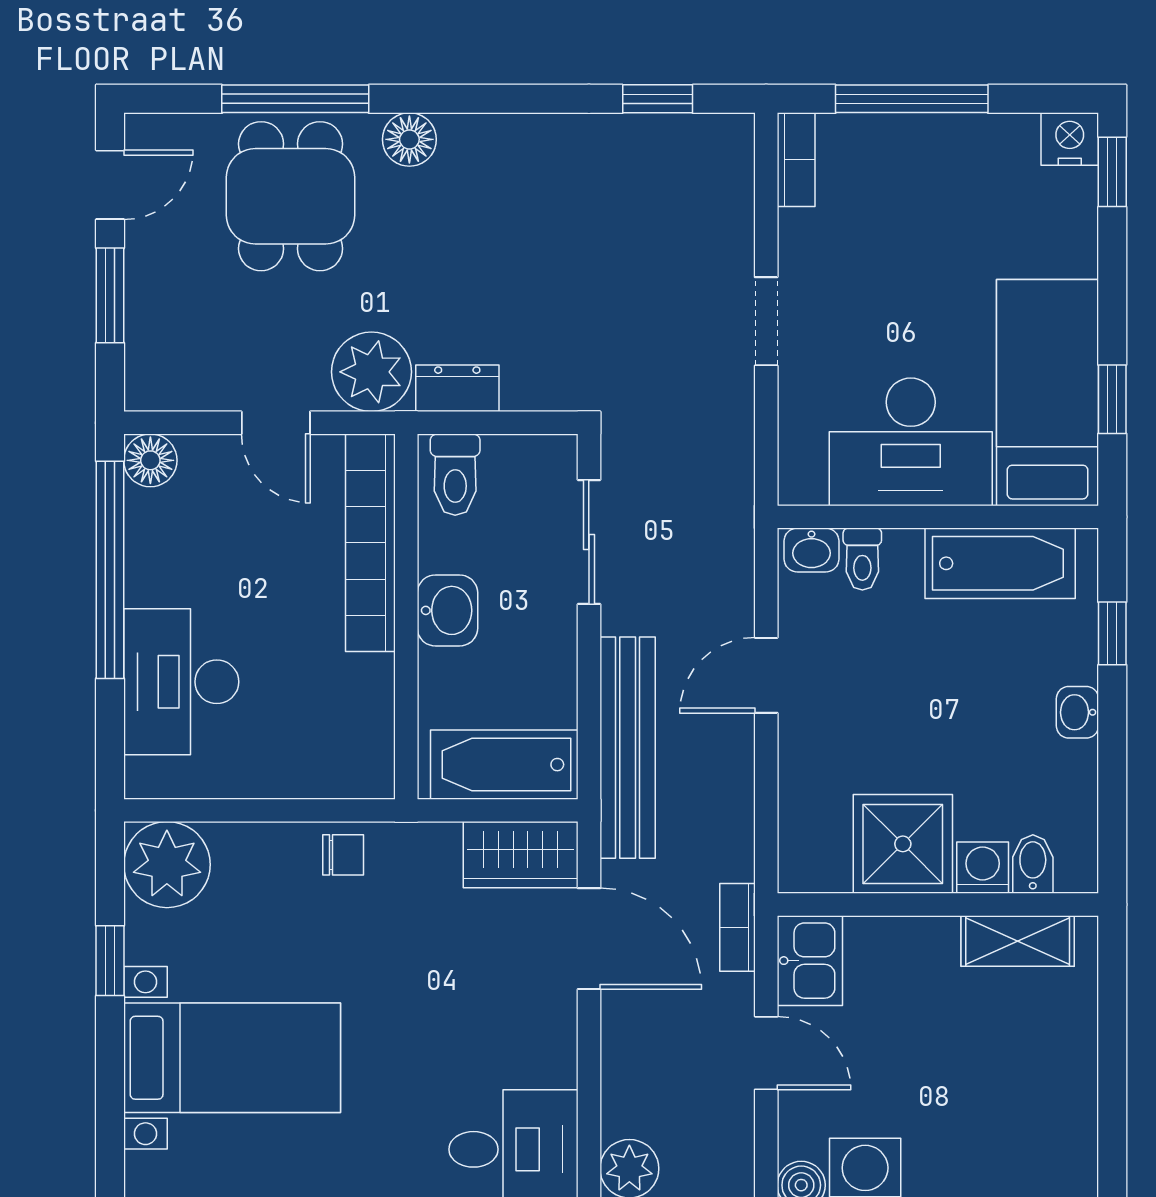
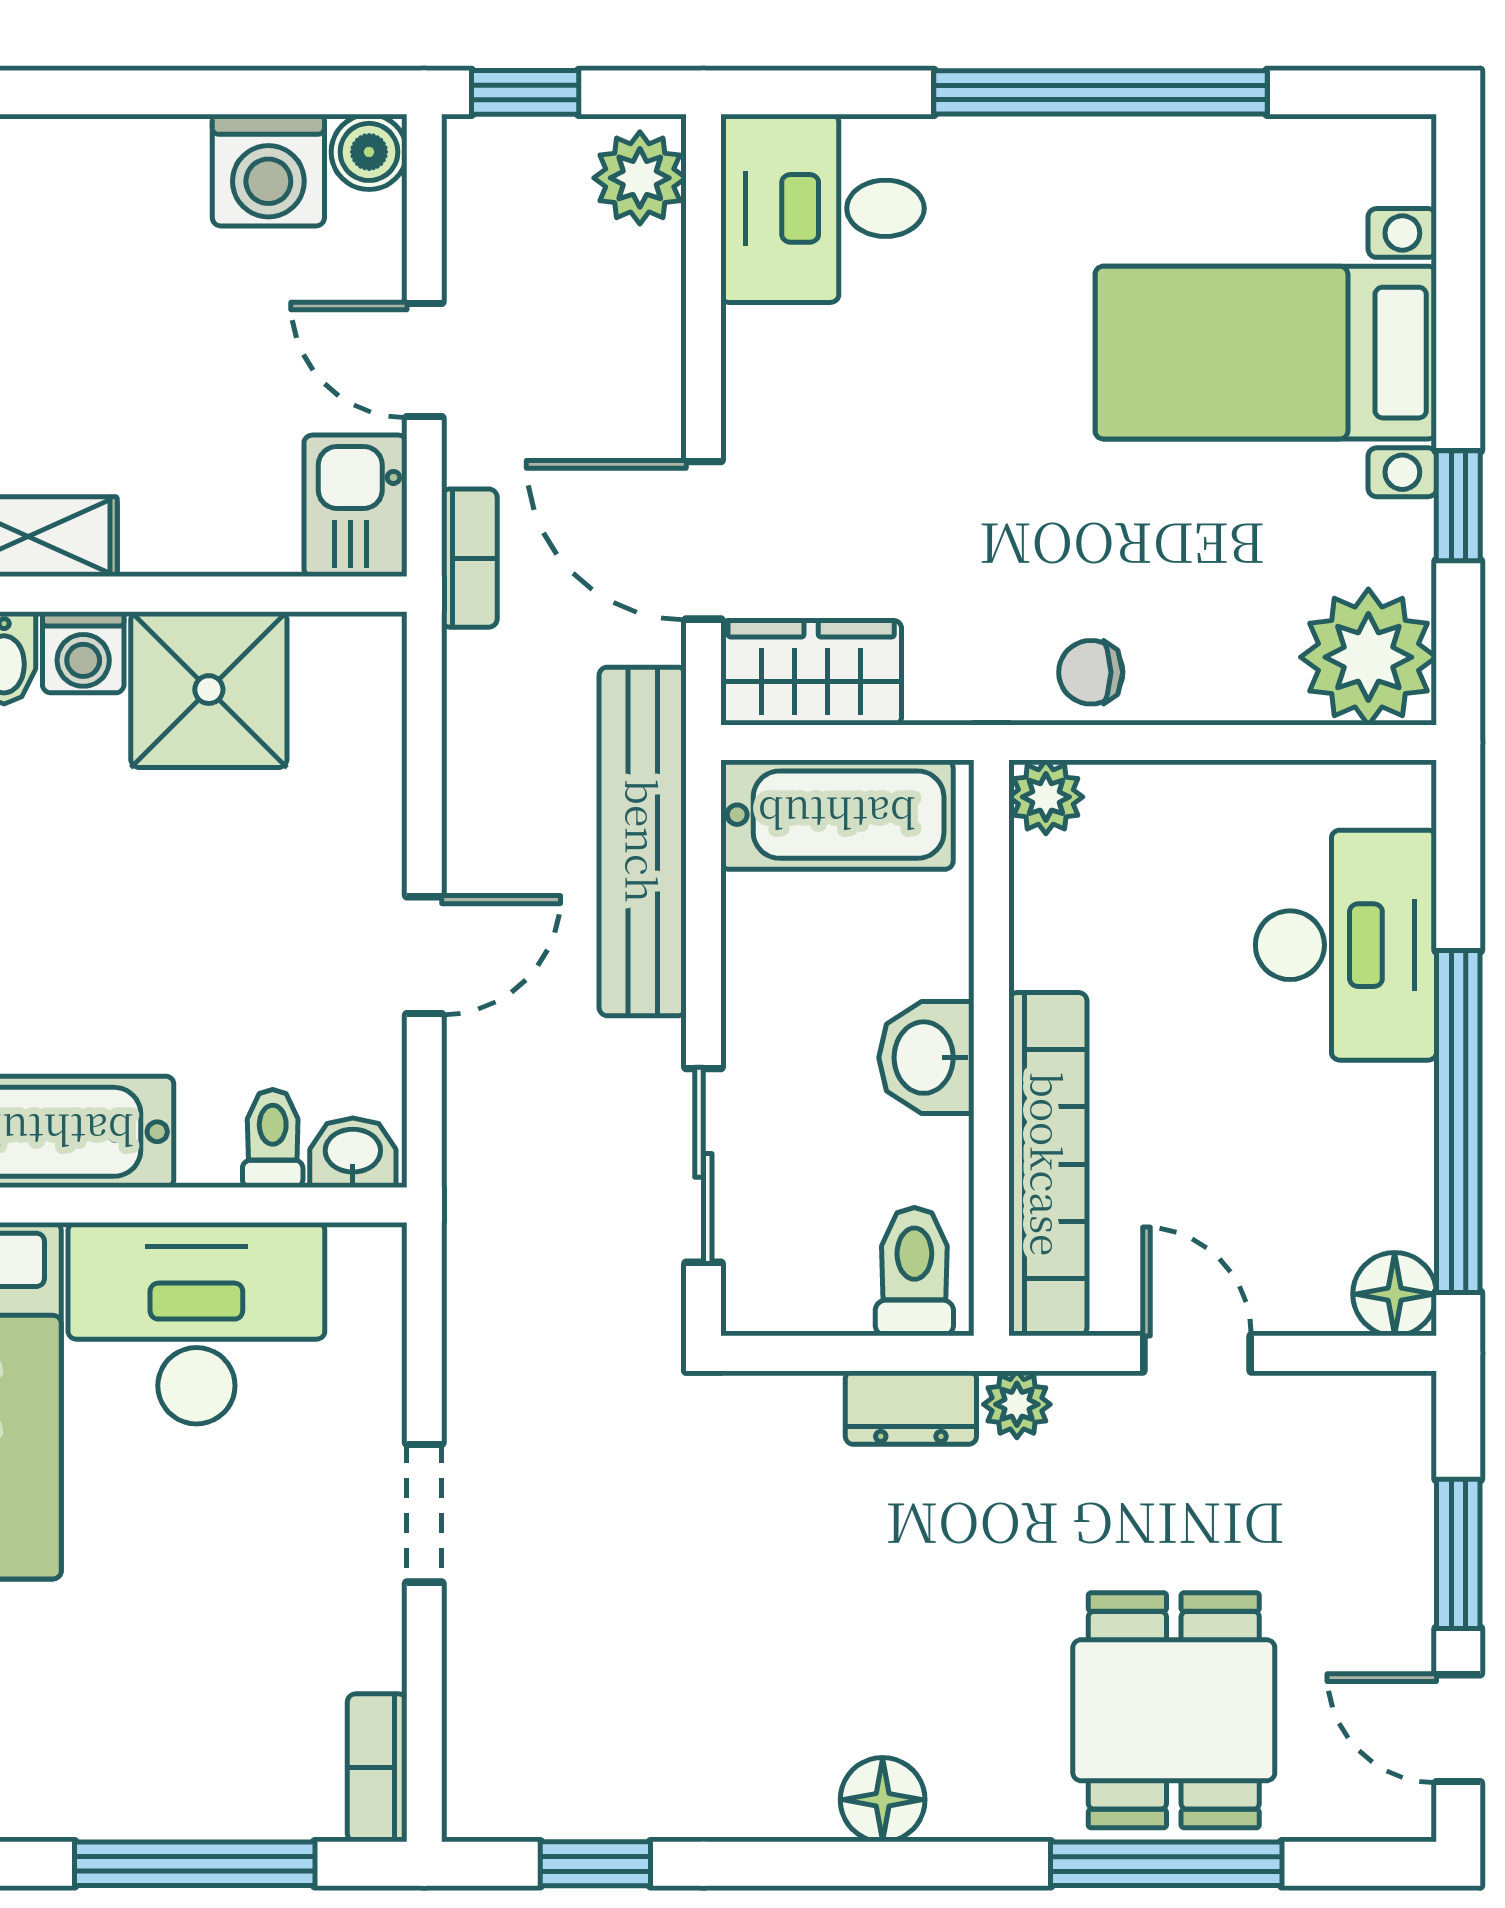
floor lamp: (409, 139) -> (883, 1800), moved
door: (110, 185) -> (1458, 1728), hinge flipped
plant: (371, 372) -> (1017, 1404), width x0.53, depth x0.53
plant: (372, 776) -> (1046, 797), added

